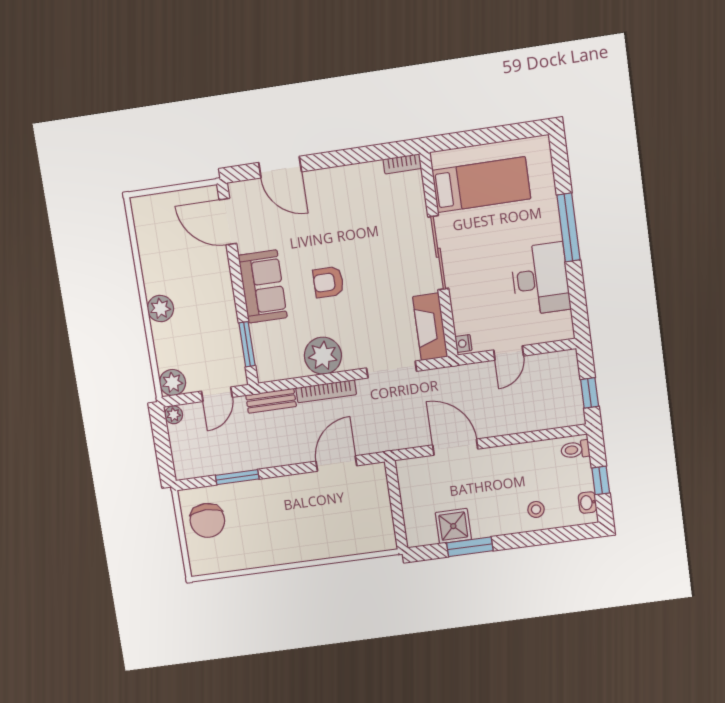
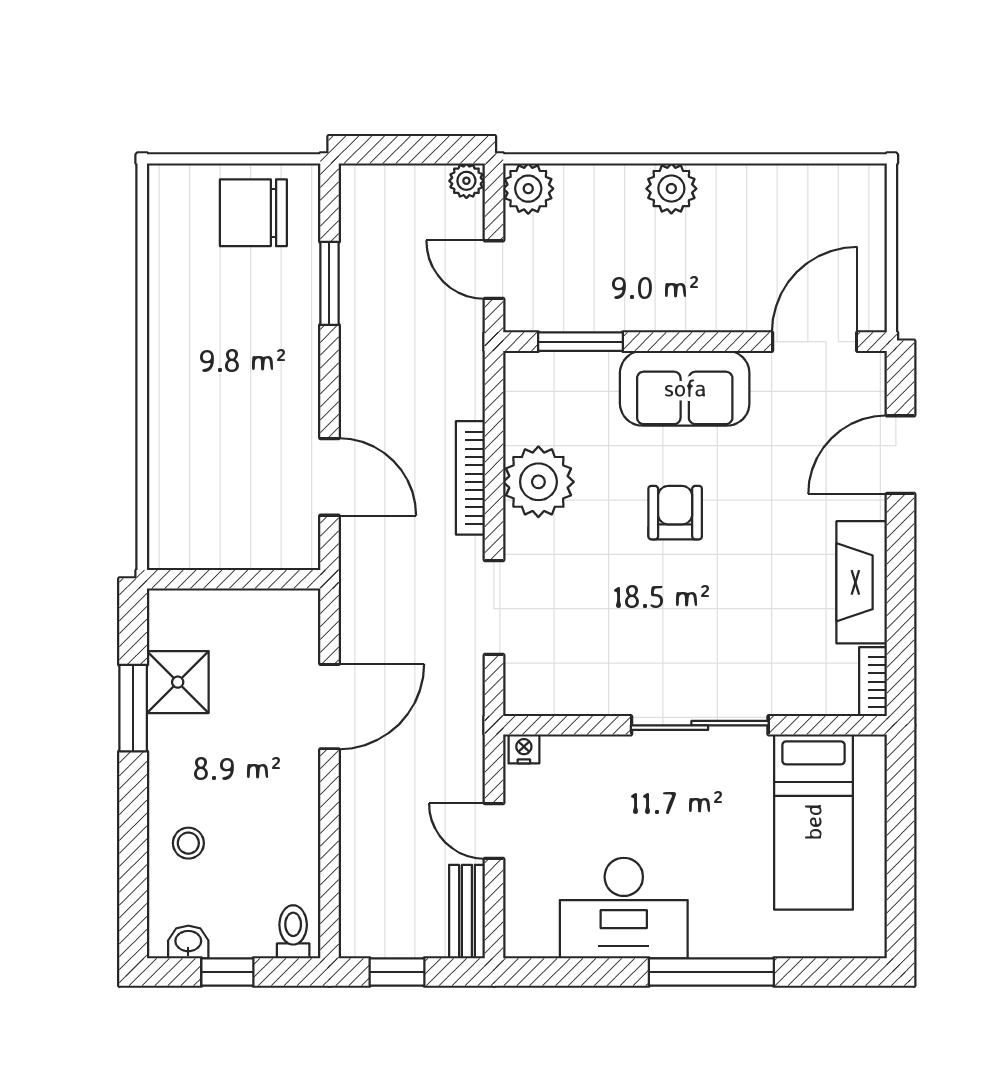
fireplace: (430, 327) -> (862, 582), moved, turned -90
bench: (271, 401) -> (467, 912), moved

